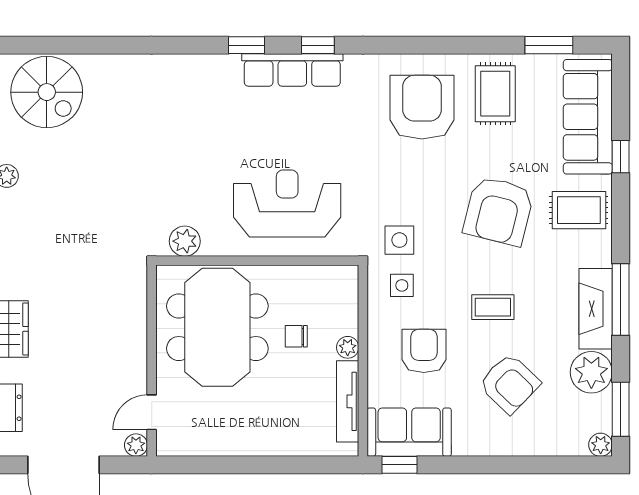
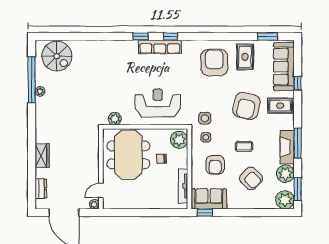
plant: (348, 347) -> (179, 140), moved, width x1.87, depth x1.87
armchair: (424, 351) -> (215, 165), turned 180
plant: (601, 445) -> (285, 200), width x1.88, depth x1.88

